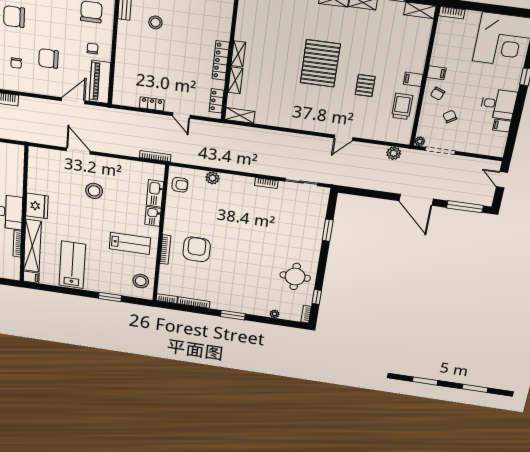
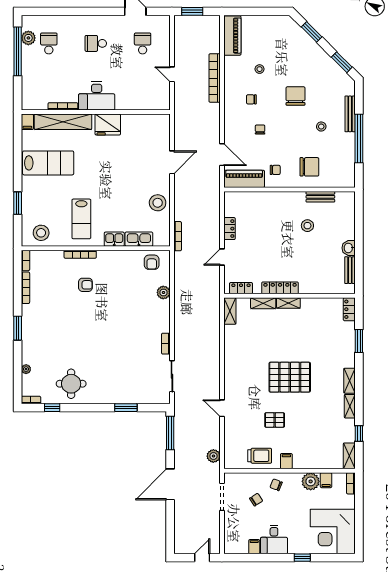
chair: (48, 58) -> (260, 129), width x0.54, depth x0.54
filing cabinet: (436, 73) -> (326, 480), moved
plant: (420, 141) -> (311, 481), moved, width x1.87, depth x1.87
stool: (94, 191) -> (158, 203), moved
window: (465, 207) -> (170, 433), moved
armchair: (197, 249) -> (85, 285), width x0.53, depth x0.53

